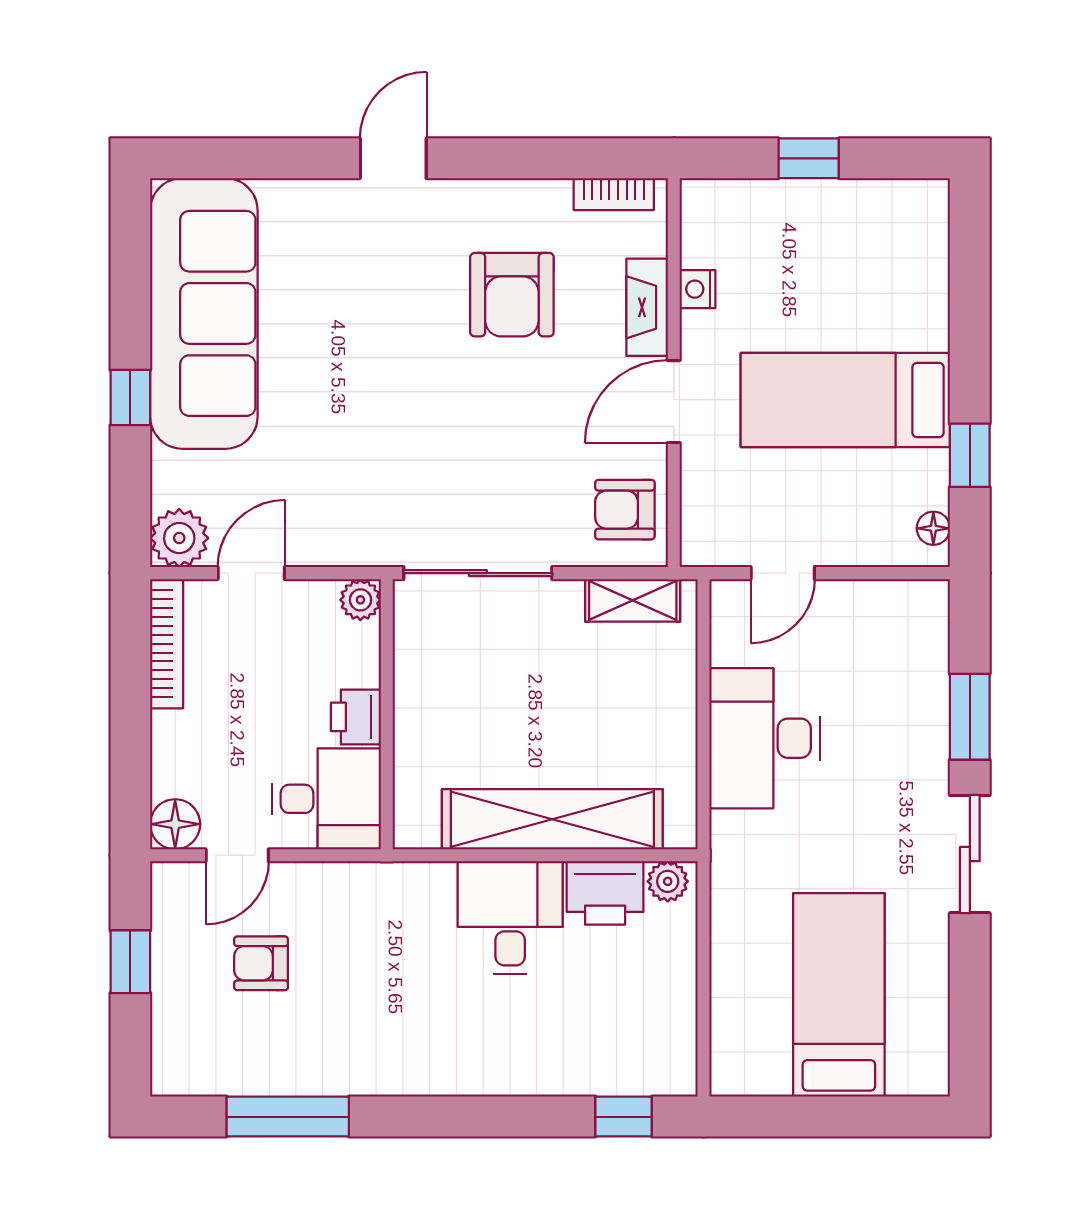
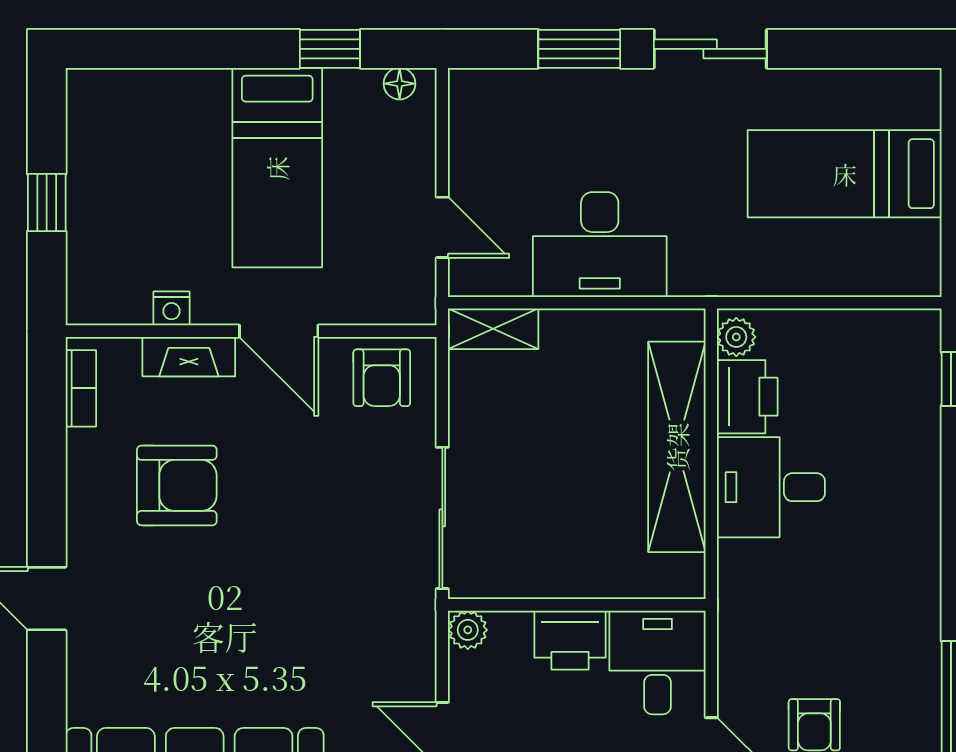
shelving: (633, 600) -> (493, 329), moved, turned 90
printer: (356, 717) -> (570, 640), width x1.36, depth x1.24

